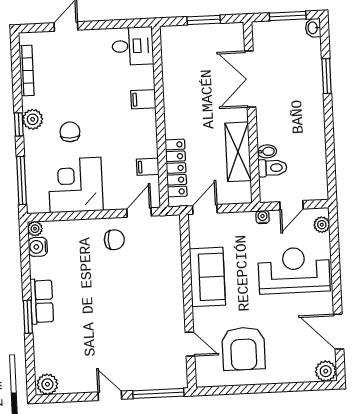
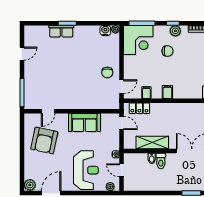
filing cabinet: (143, 99) -> (167, 92), moved
locker: (176, 168) -> (139, 108), width x0.66
toilet: (272, 168) -> (161, 161), moved
corner desk: (76, 185) -> (138, 40), moved, turned 90
door: (139, 212) -> (122, 87), hinge flipped
row of seats: (42, 301) -> (61, 31), moved
armchair: (243, 349) -> (44, 140), turned -78
plant: (47, 384) -> (30, 32), removed
door: (110, 396) -> (22, 54), moved

